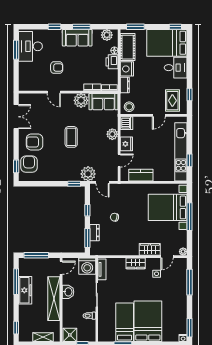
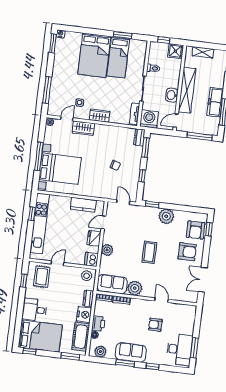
plant: (88, 174) -> (166, 216), moved
dresser: (94, 233) -> (139, 137), moved

